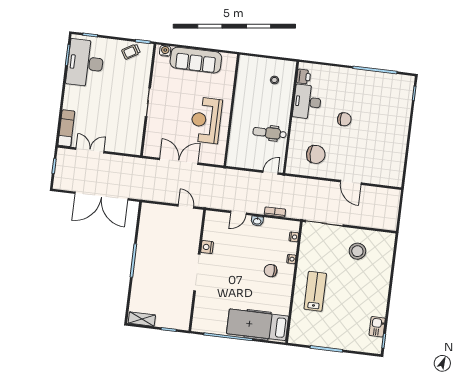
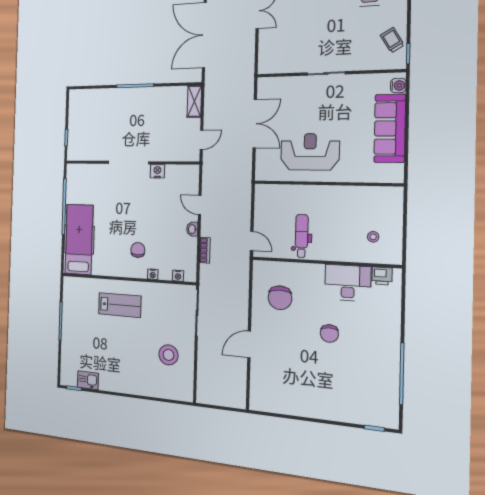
shelving: (142, 319) -> (194, 101), moved

